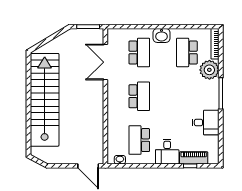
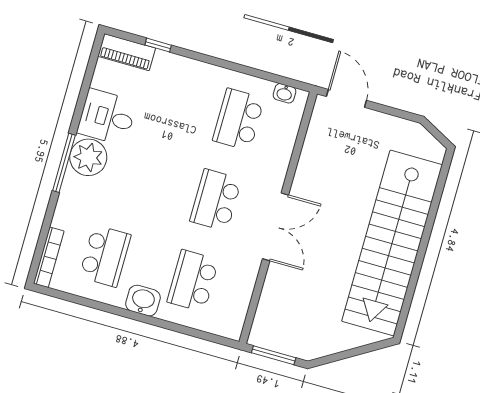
double door: (105, 62) -> (275, 227), moved
plant: (209, 70) -> (88, 157), moved
school desk: (139, 140) -> (239, 119), turned 180
desk: (167, 152) -> (193, 83), removed
piano: (194, 158) -> (127, 52), moved

